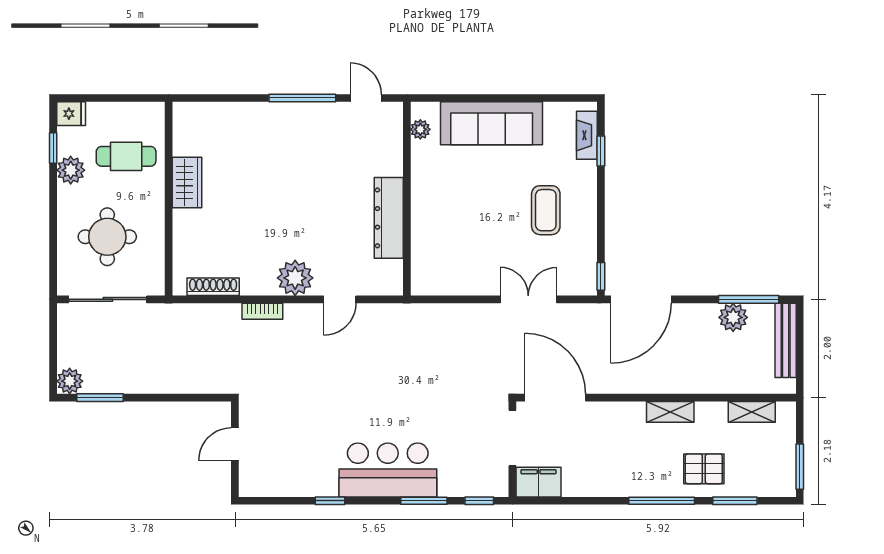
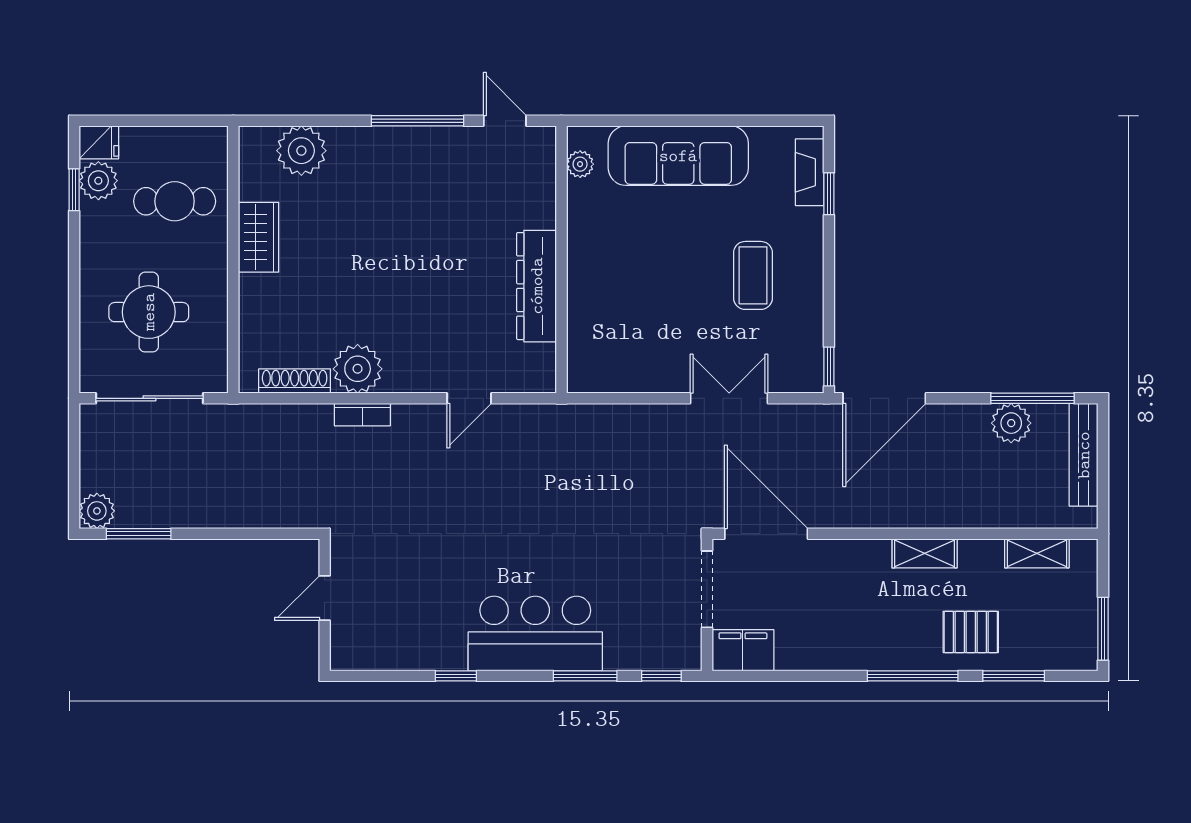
plant: (218, 120) -> (301, 151), added
plant: (71, 170) -> (98, 181), moved
plant: (295, 278) -> (358, 369), moved

